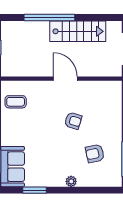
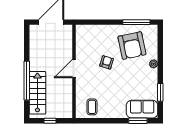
stairs: (78, 31) -> (37, 93), moved
armchair: (95, 153) -> (132, 46), width x1.88, depth x1.88

